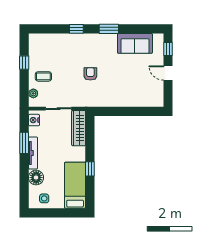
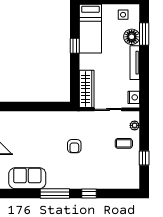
window: (109, 29) -> (55, 194), width x1.44
window: (24, 143) -> (144, 34), moved

